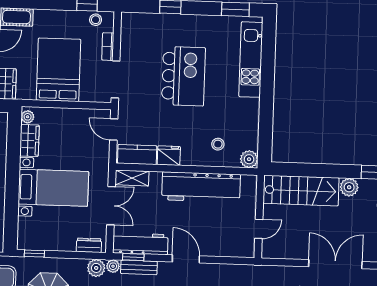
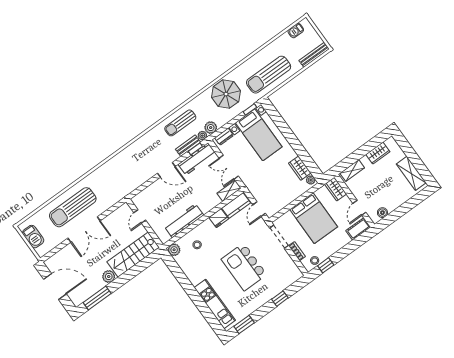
door: (114, 130) -> (259, 209), swing flipped
workbench: (201, 187) -> (184, 221), width x0.73, depth x0.76
bed with nightstands: (53, 188) -> (259, 135), moved, turned -90

